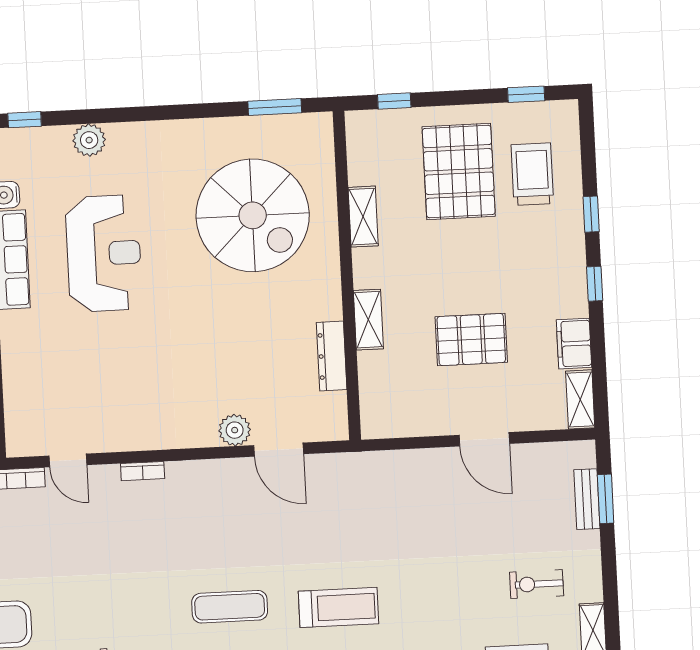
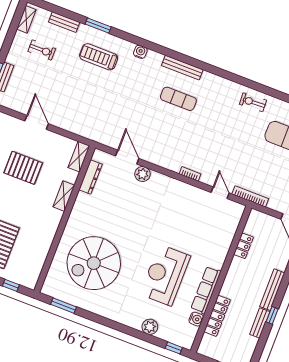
spiral stairs: (253, 215) -> (94, 263), turned -90
shelving: (363, 217) -> (79, 157), moved
dresser: (332, 356) -> (91, 177), moved
treadmill: (338, 607) -> (99, 57), moved

